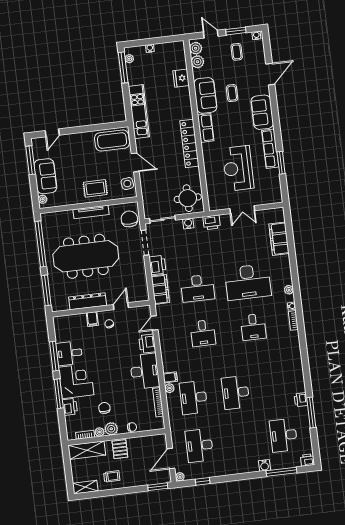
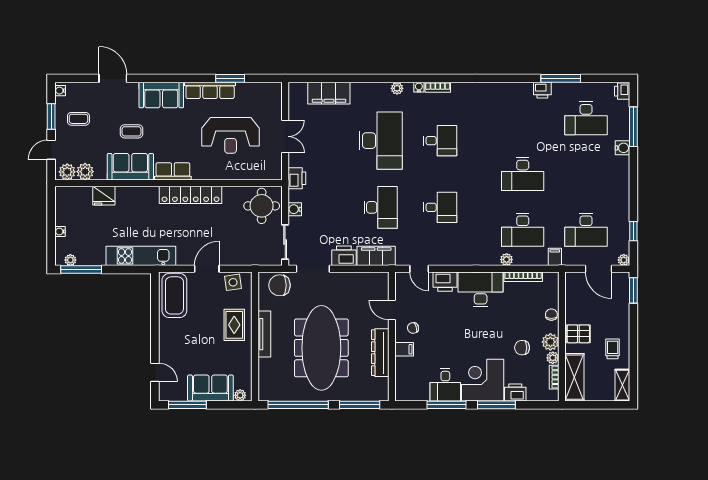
filing cabinet: (170, 377) -> (555, 257), moved

